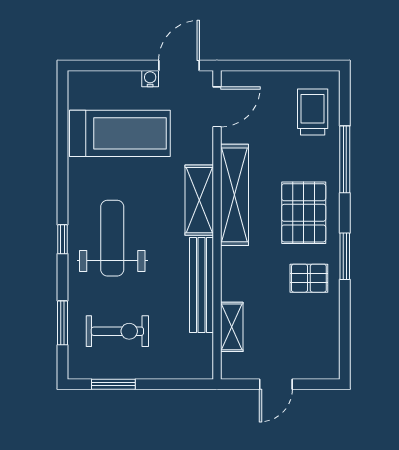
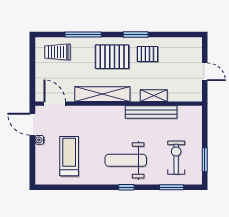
treadmill: (120, 133) -> (69, 156), width x0.73, depth x0.73
shelving: (199, 200) -> (105, 113), removed
pallet: (309, 278) -> (147, 54), turned 90
shelving: (232, 327) -> (154, 96), moved

